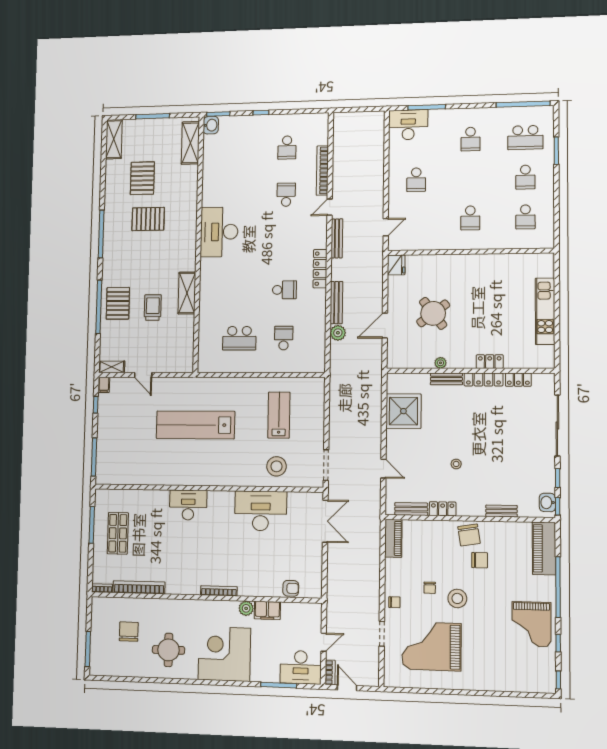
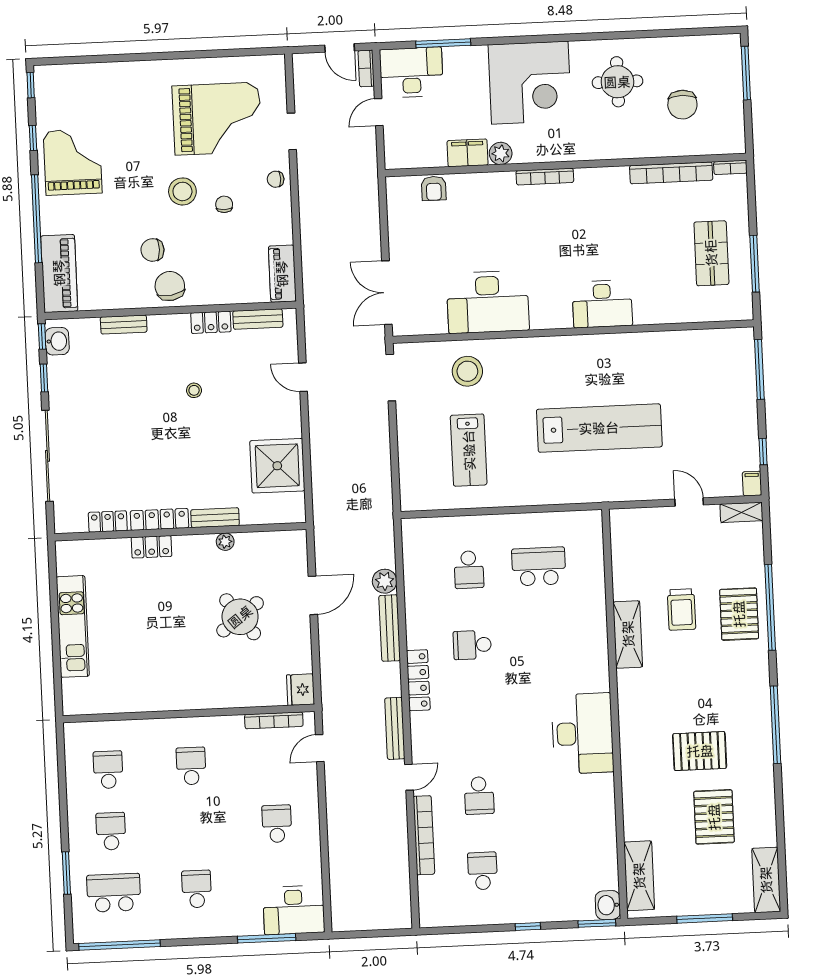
bookcase: (415, 246) -> (274, 720), added
armchair: (291, 588) -> (434, 188), turned -90

